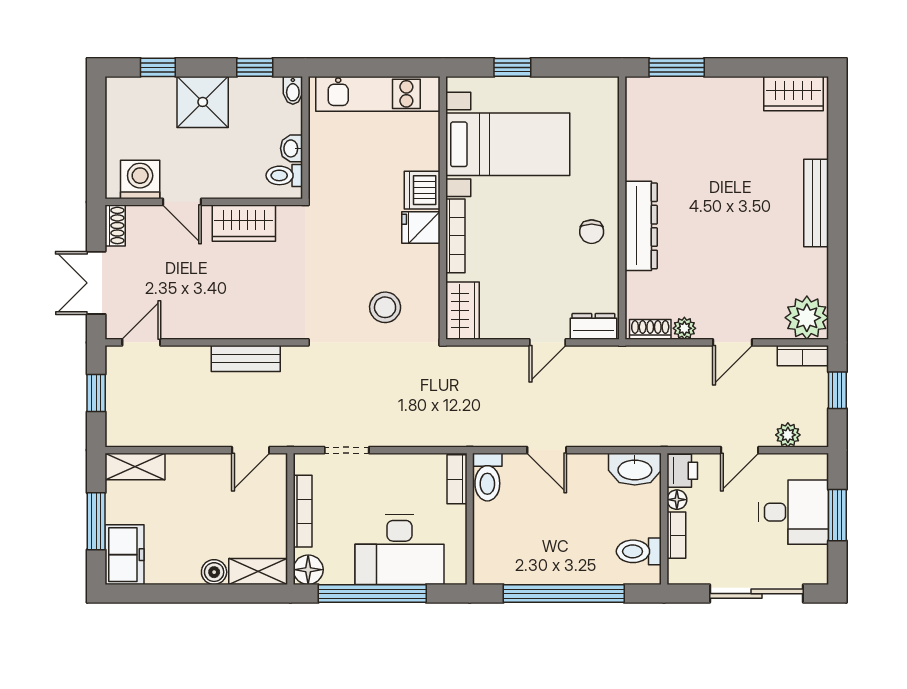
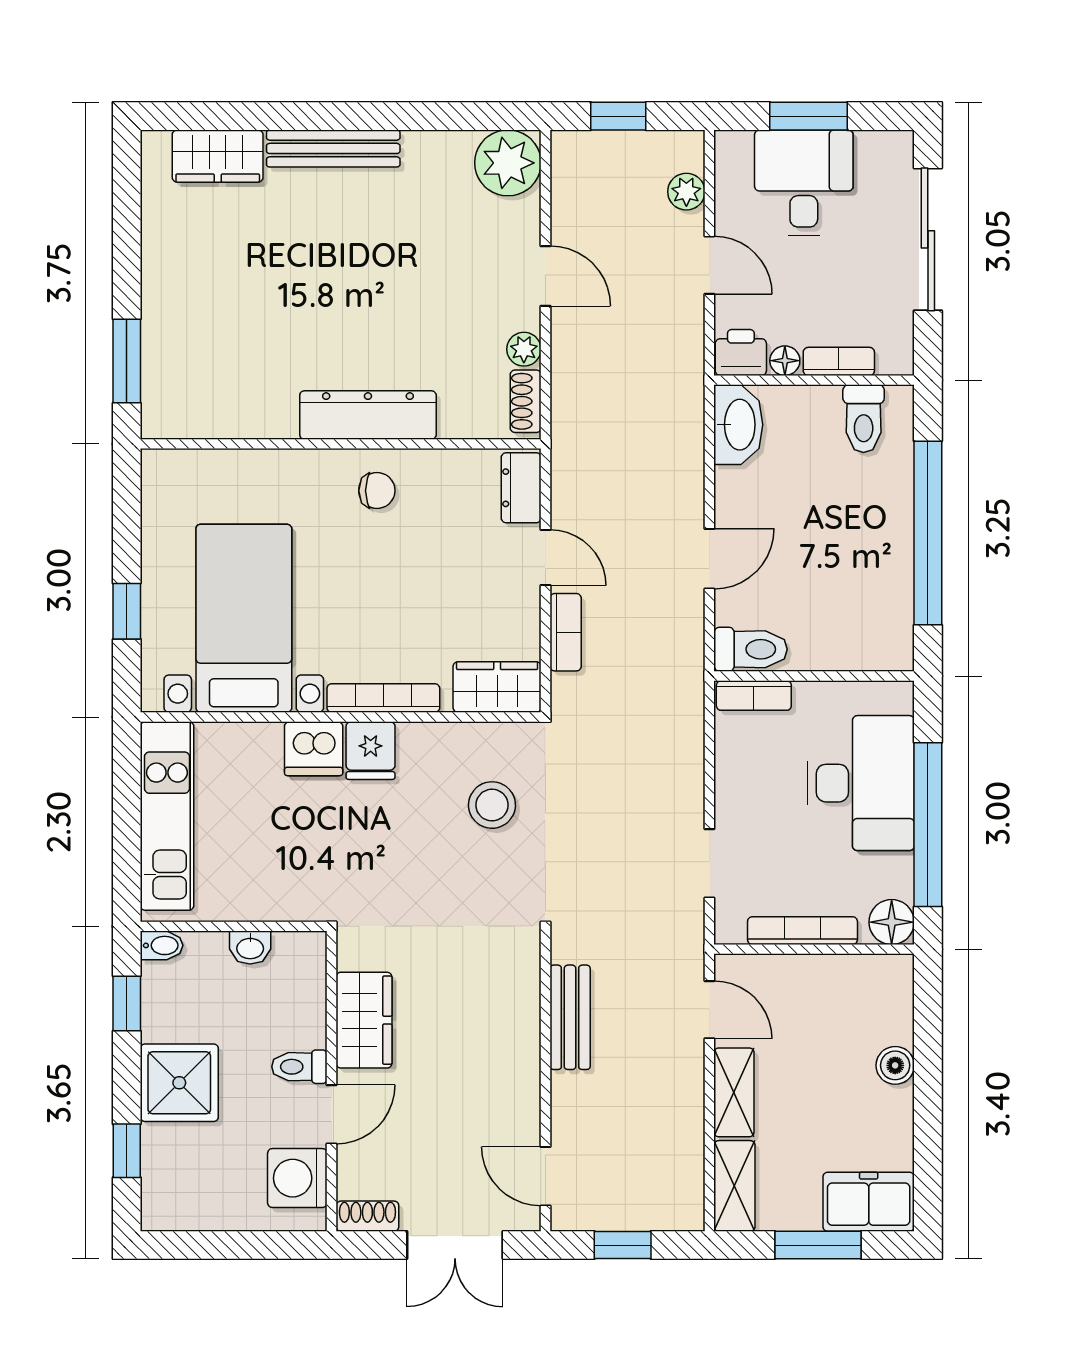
wardrobe: (794, 94) -> (218, 156), moved, turned 90
toilet: (284, 175) -> (299, 1067), moved, turned 90
bookcase: (803, 356) -> (566, 632), moved
shelving: (258, 571) -> (734, 1092), moved

